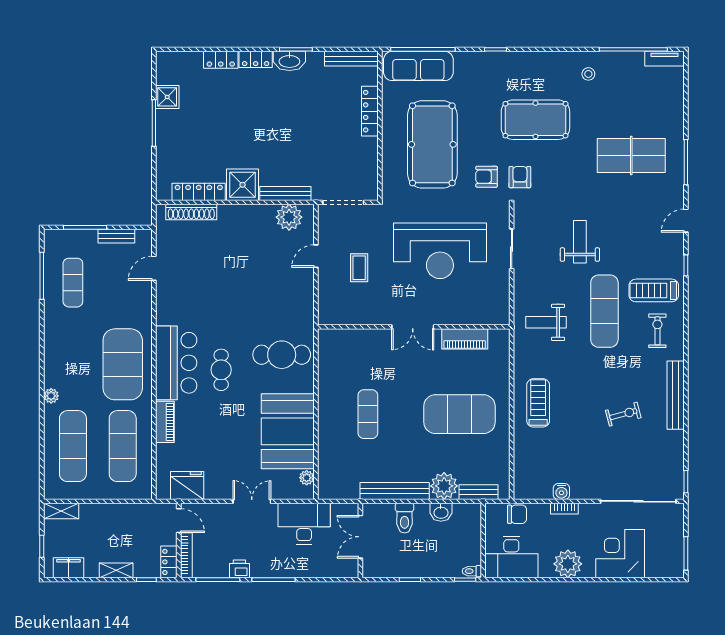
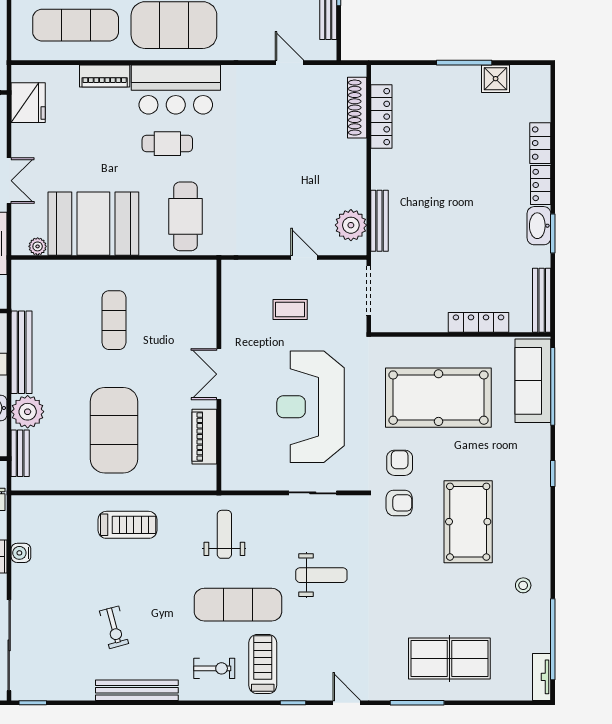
table tennis table: (631, 155) -> (449, 659), moved, turned 90
shower: (243, 185) -> (390, 169), removed
exercise mat: (368, 414) -> (114, 320), turned 90

